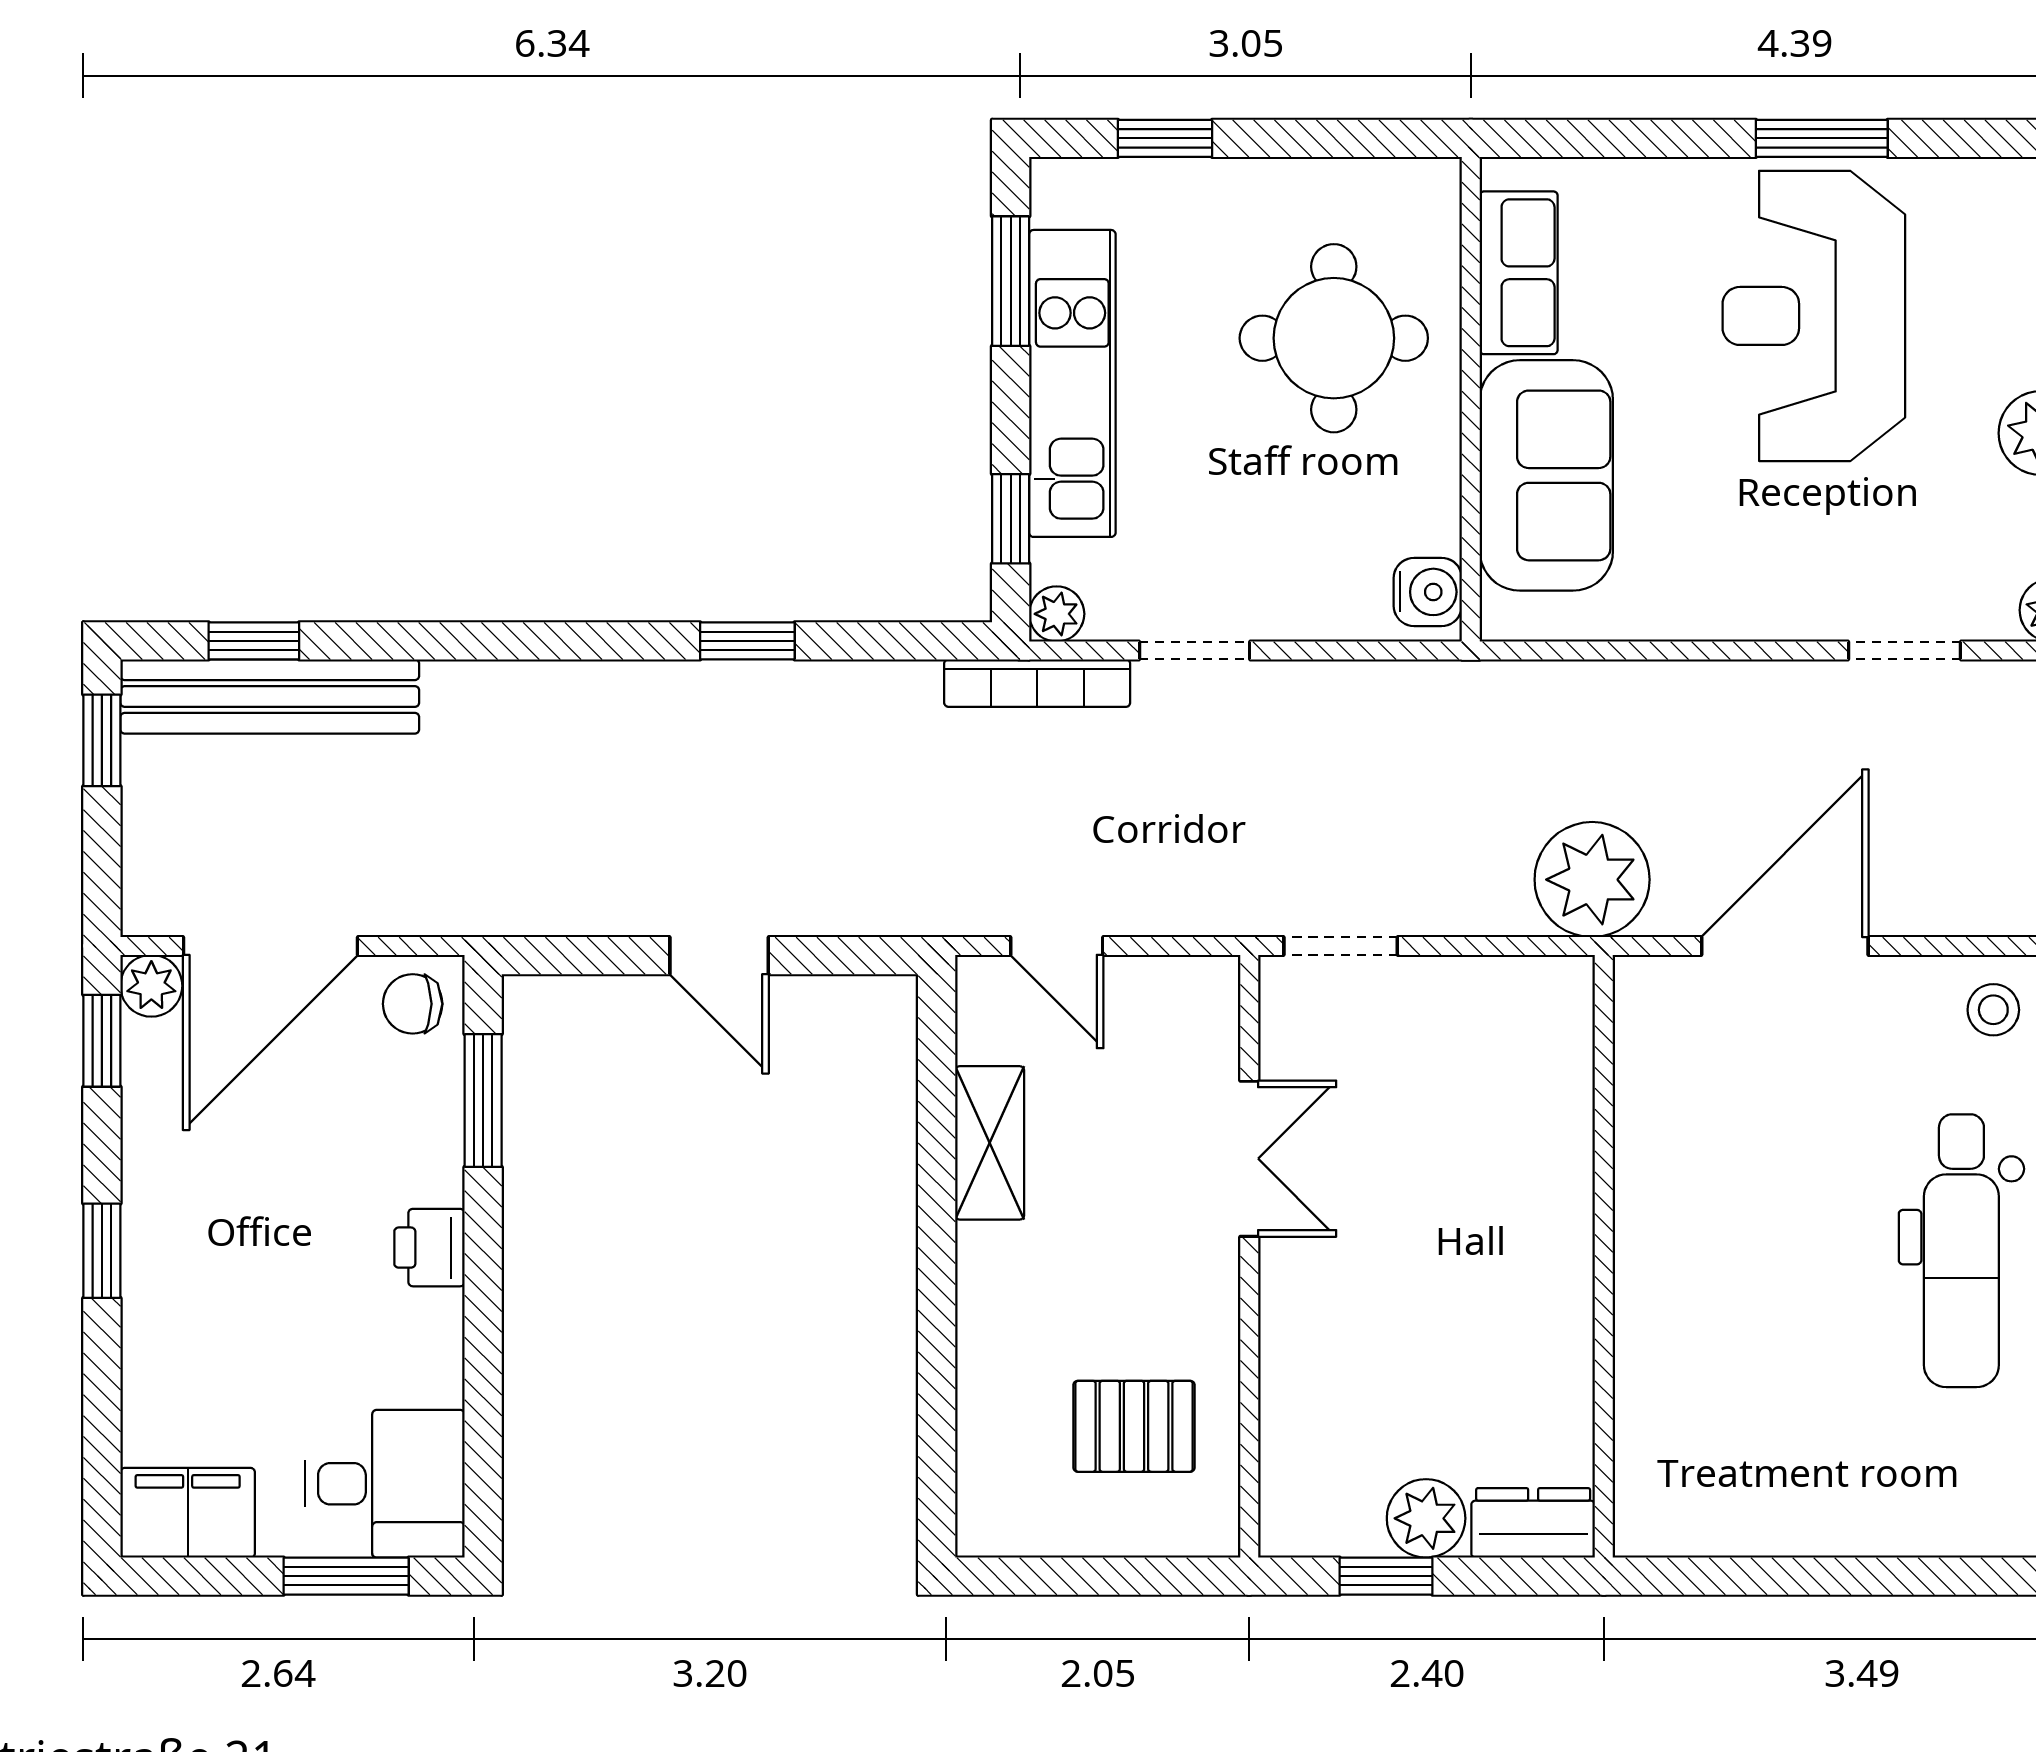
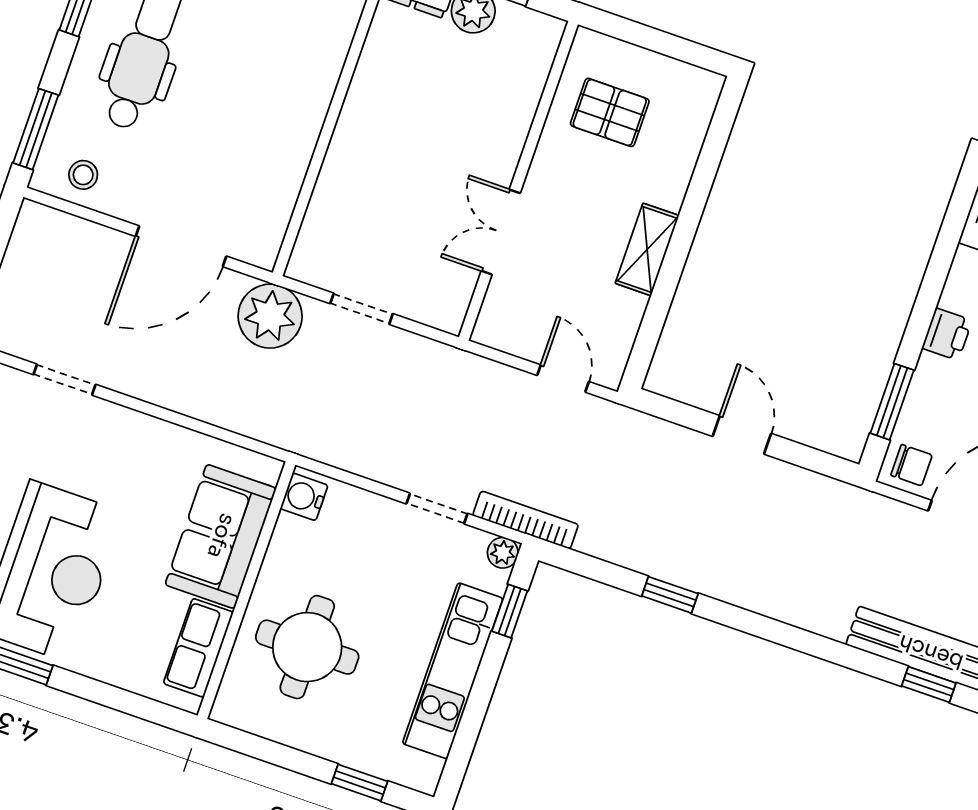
window: (1011, 281) -> (466, 736), removed
doorway: (1341, 946) -> (361, 309), moved
shelving: (990, 1143) -> (647, 249), moved

